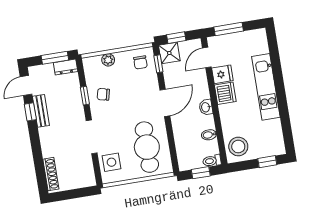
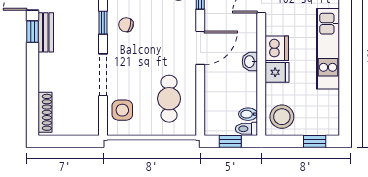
fridge: (222, 74) -> (277, 72), moved
bidet: (209, 135) -> (248, 114), moved
cafe table: (147, 147) -> (169, 99), width x0.73, depth x0.74

